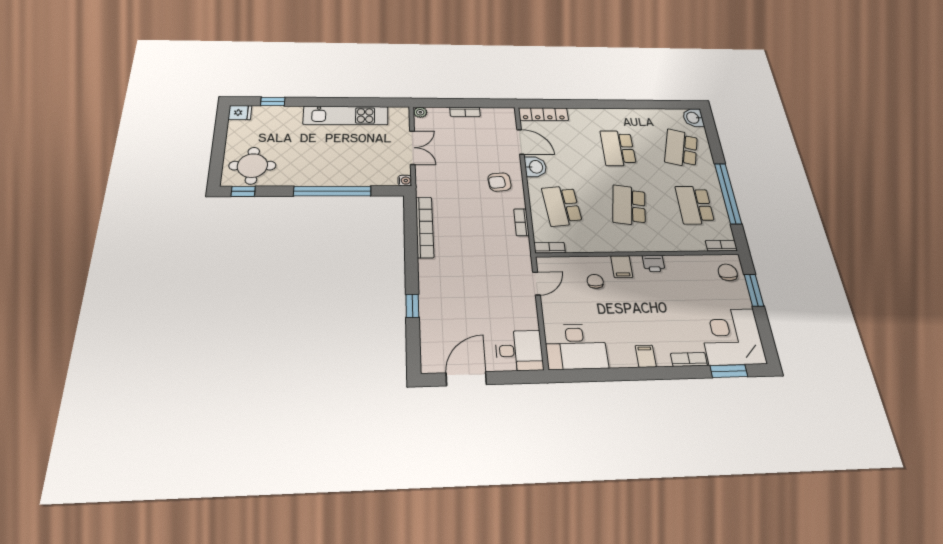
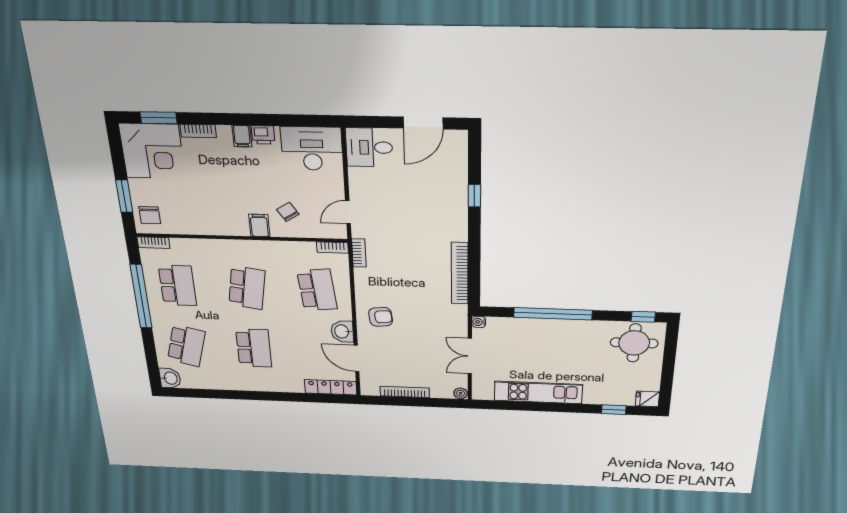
bookcase: (465, 112) -> (405, 392), width x1.56
bookcase: (521, 222) -> (359, 253), moved
printer: (654, 263) -> (263, 135), moved, turned 180
chair: (595, 281) -> (288, 212), turned 148

